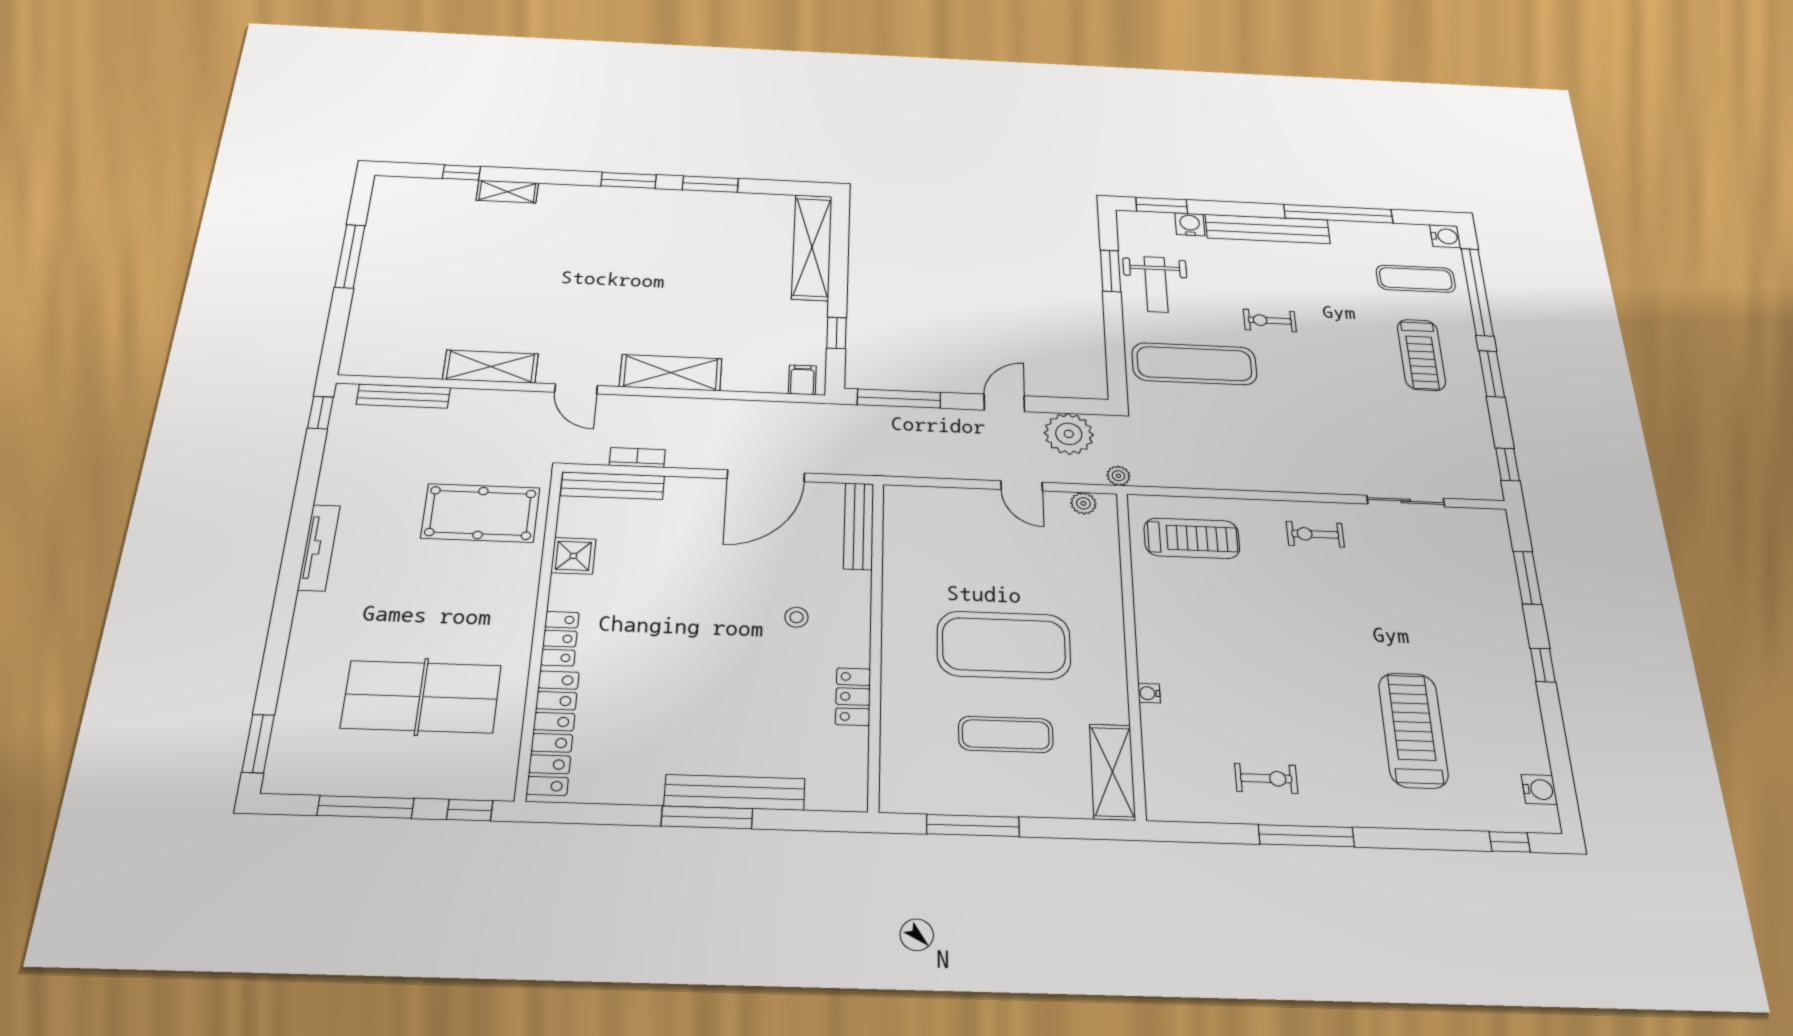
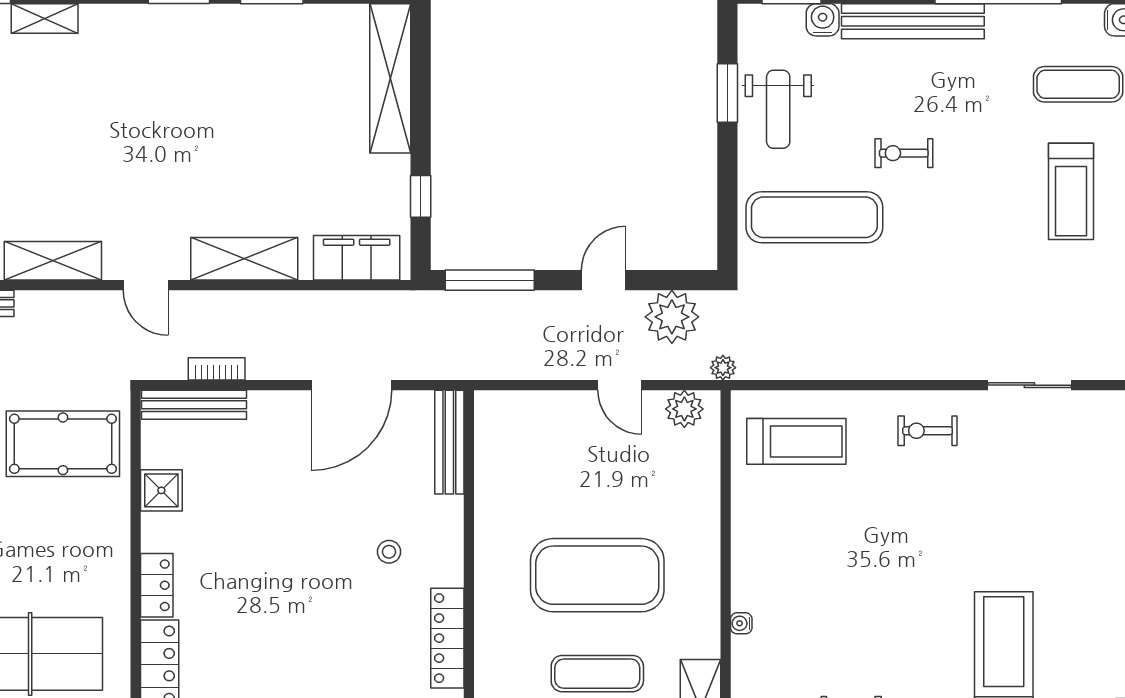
filing cabinet: (802, 380) -> (357, 258), width x3.00, depth x1.17
plant: (1083, 503) -> (684, 409), width x1.38, depth x1.38
locker: (853, 697) -> (447, 638), width x1.53

